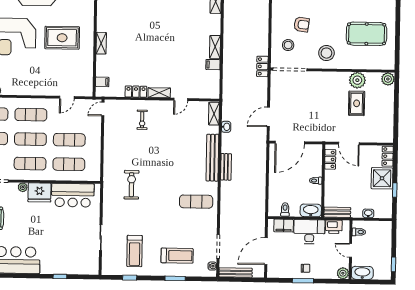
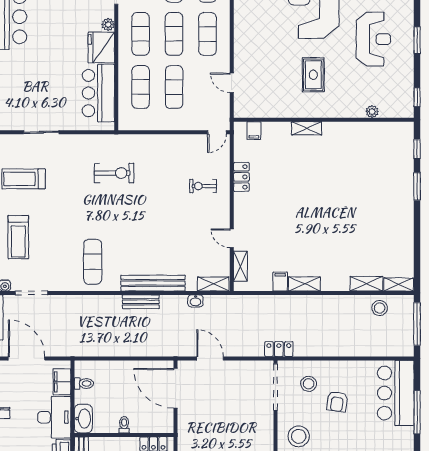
rug: (62, 38) -> (313, 75), width x0.73, depth x0.70
shelving: (159, 93) -> (240, 266), moved
door: (103, 109) -> (217, 132), swing flipped

